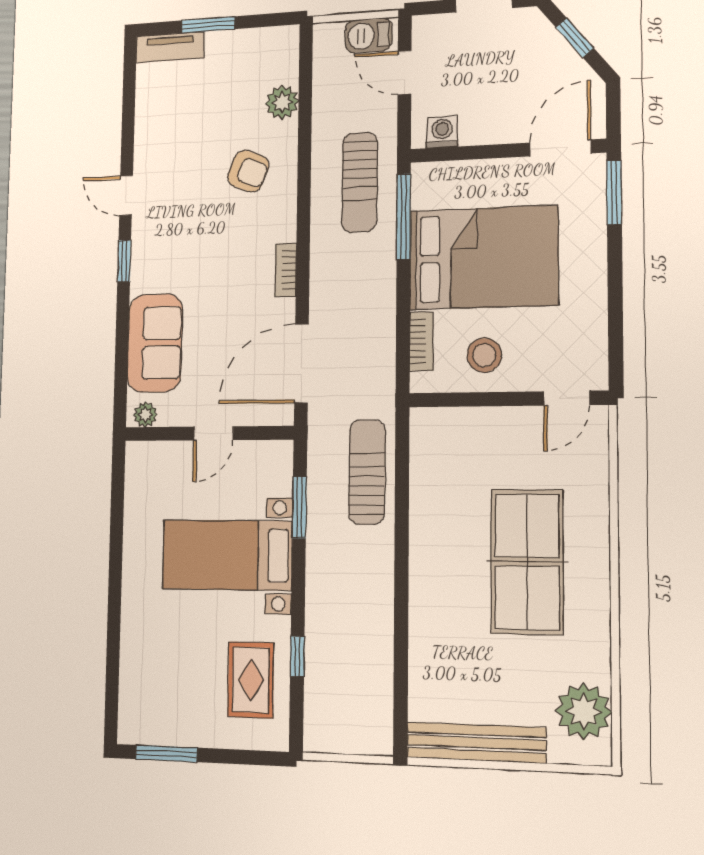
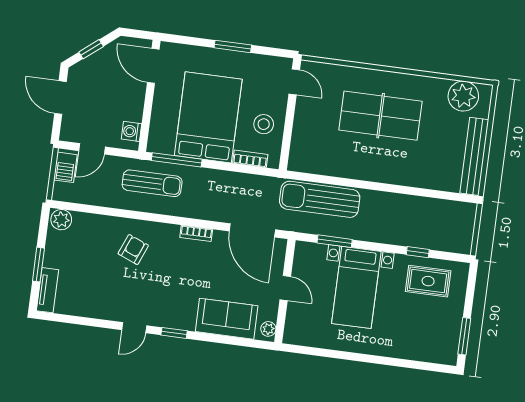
plant: (282, 102) -> (61, 220), moved
window: (614, 192) -> (233, 46), moved
sun lounger: (367, 472) -> (320, 199), width x1.36, depth x1.34

